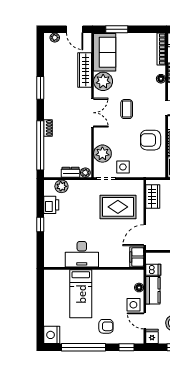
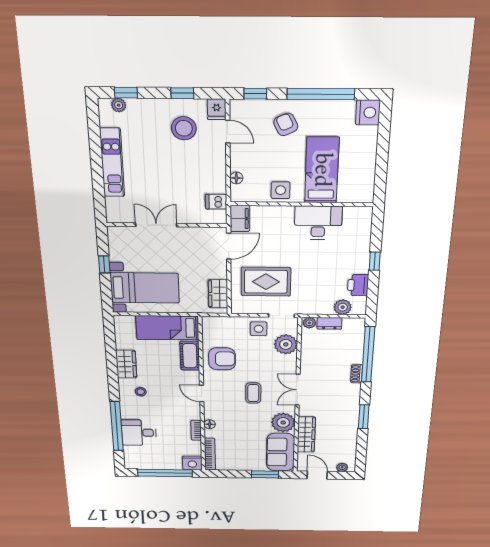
kitchen counter: (153, 290) -> (216, 174), removed
side table: (133, 305) -> (281, 190), moved
armchair: (106, 326) -> (286, 124), turned 65

